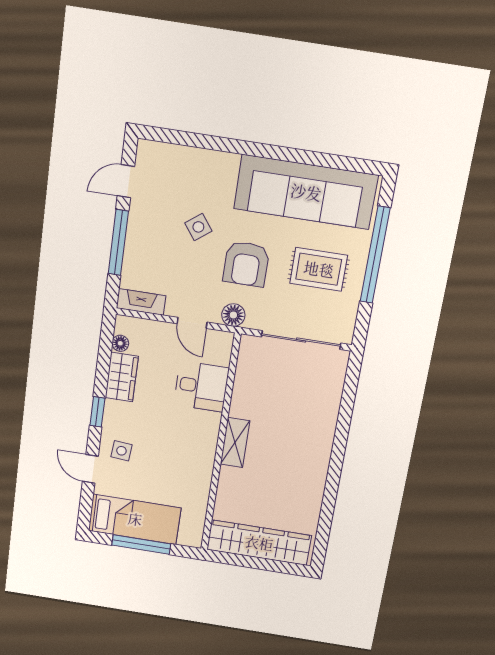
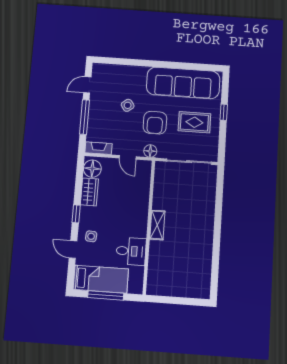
window: (375, 255) -> (224, 112), width x0.32
floor lamp: (120, 343) -> (92, 169), width x1.89, depth x1.89
desk: (201, 386) -> (131, 251), moved
wardrobe: (259, 543) -> (177, 287), removed

